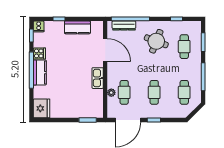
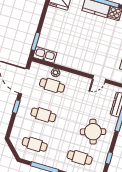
round table: (156, 41) -> (93, 132), turned -38
door: (105, 50) -> (99, 79), width x0.53
kitchen sink: (98, 78) -> (45, 55), moved

